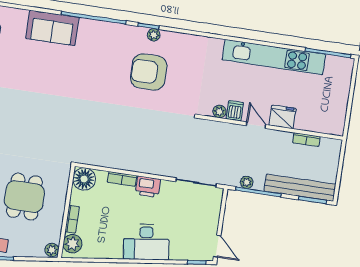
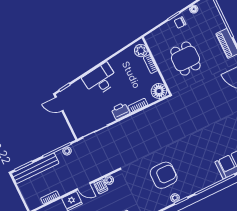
plant: (52, 250) -> (150, 39), removed

